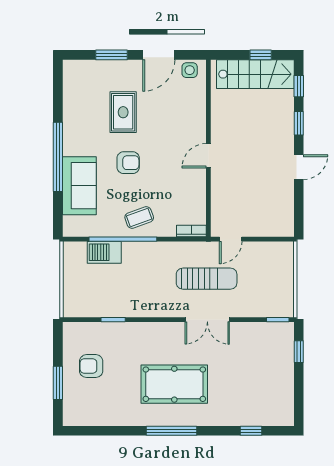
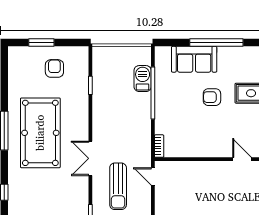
door: (208, 156) -> (242, 159), moved
armchair: (128, 163) -> (212, 97), turned 90
coffee table: (139, 218) -> (169, 106), removed
sun lounger: (207, 279) -> (118, 186), moved
pool table: (174, 384) -> (40, 133), width x1.36, depth x1.32

